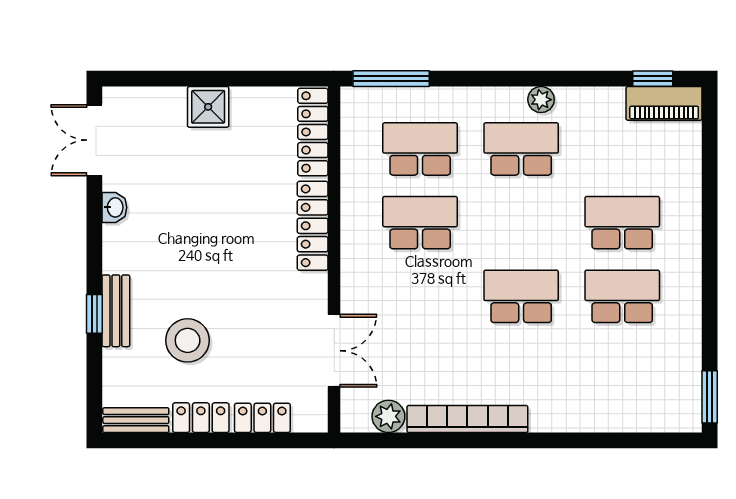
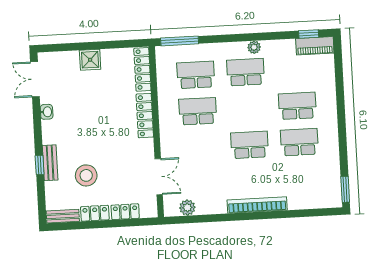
bookcase: (467, 419) -> (257, 205), moved

